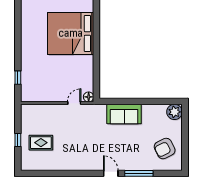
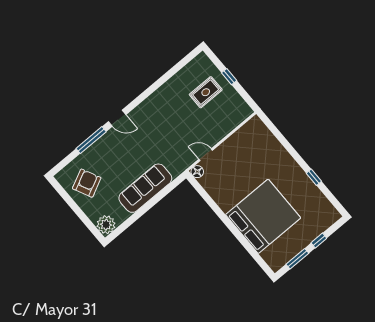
window: (18, 78) -> (314, 177), moved
door: (74, 103) -> (206, 155), swing flipped
sofa: (124, 114) -> (145, 188), width x1.36

